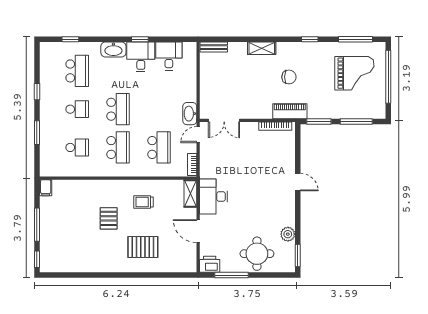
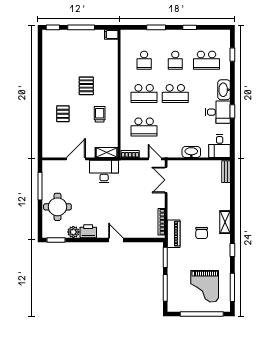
shelving: (262, 48) -> (225, 222), moved
desk: (169, 56) -> (220, 146), moved, turned 90
washbasin: (190, 114) -> (191, 152), moved
door: (298, 182) -> (116, 240), swing flipped
pallet: (109, 218) -> (86, 86), turned 90
pallet: (143, 247) -> (63, 114), width x0.67, depth x0.71
printer: (210, 264) -> (88, 231), moved, turned -90

